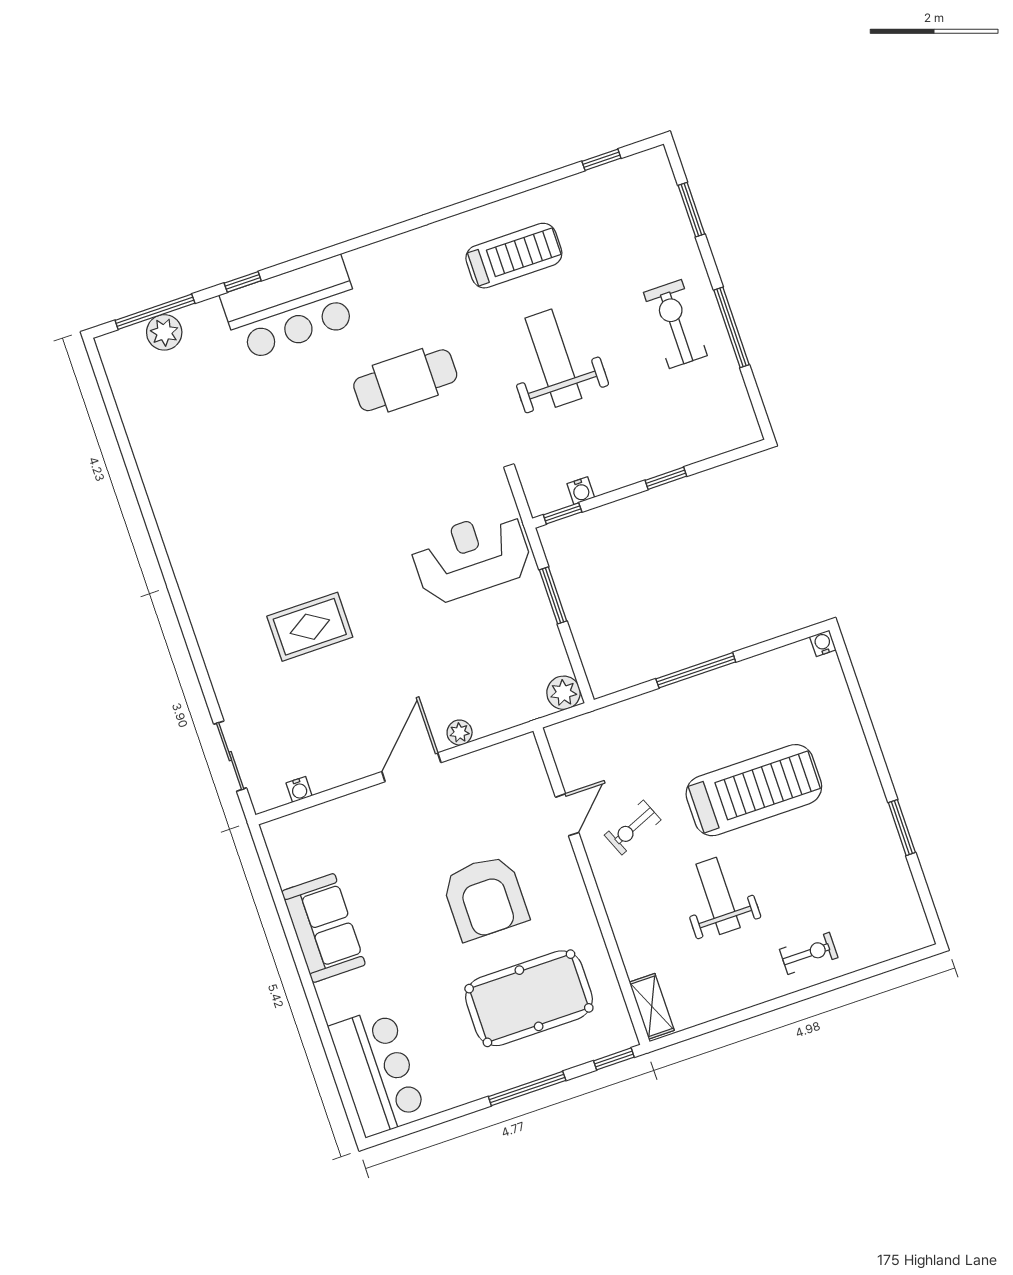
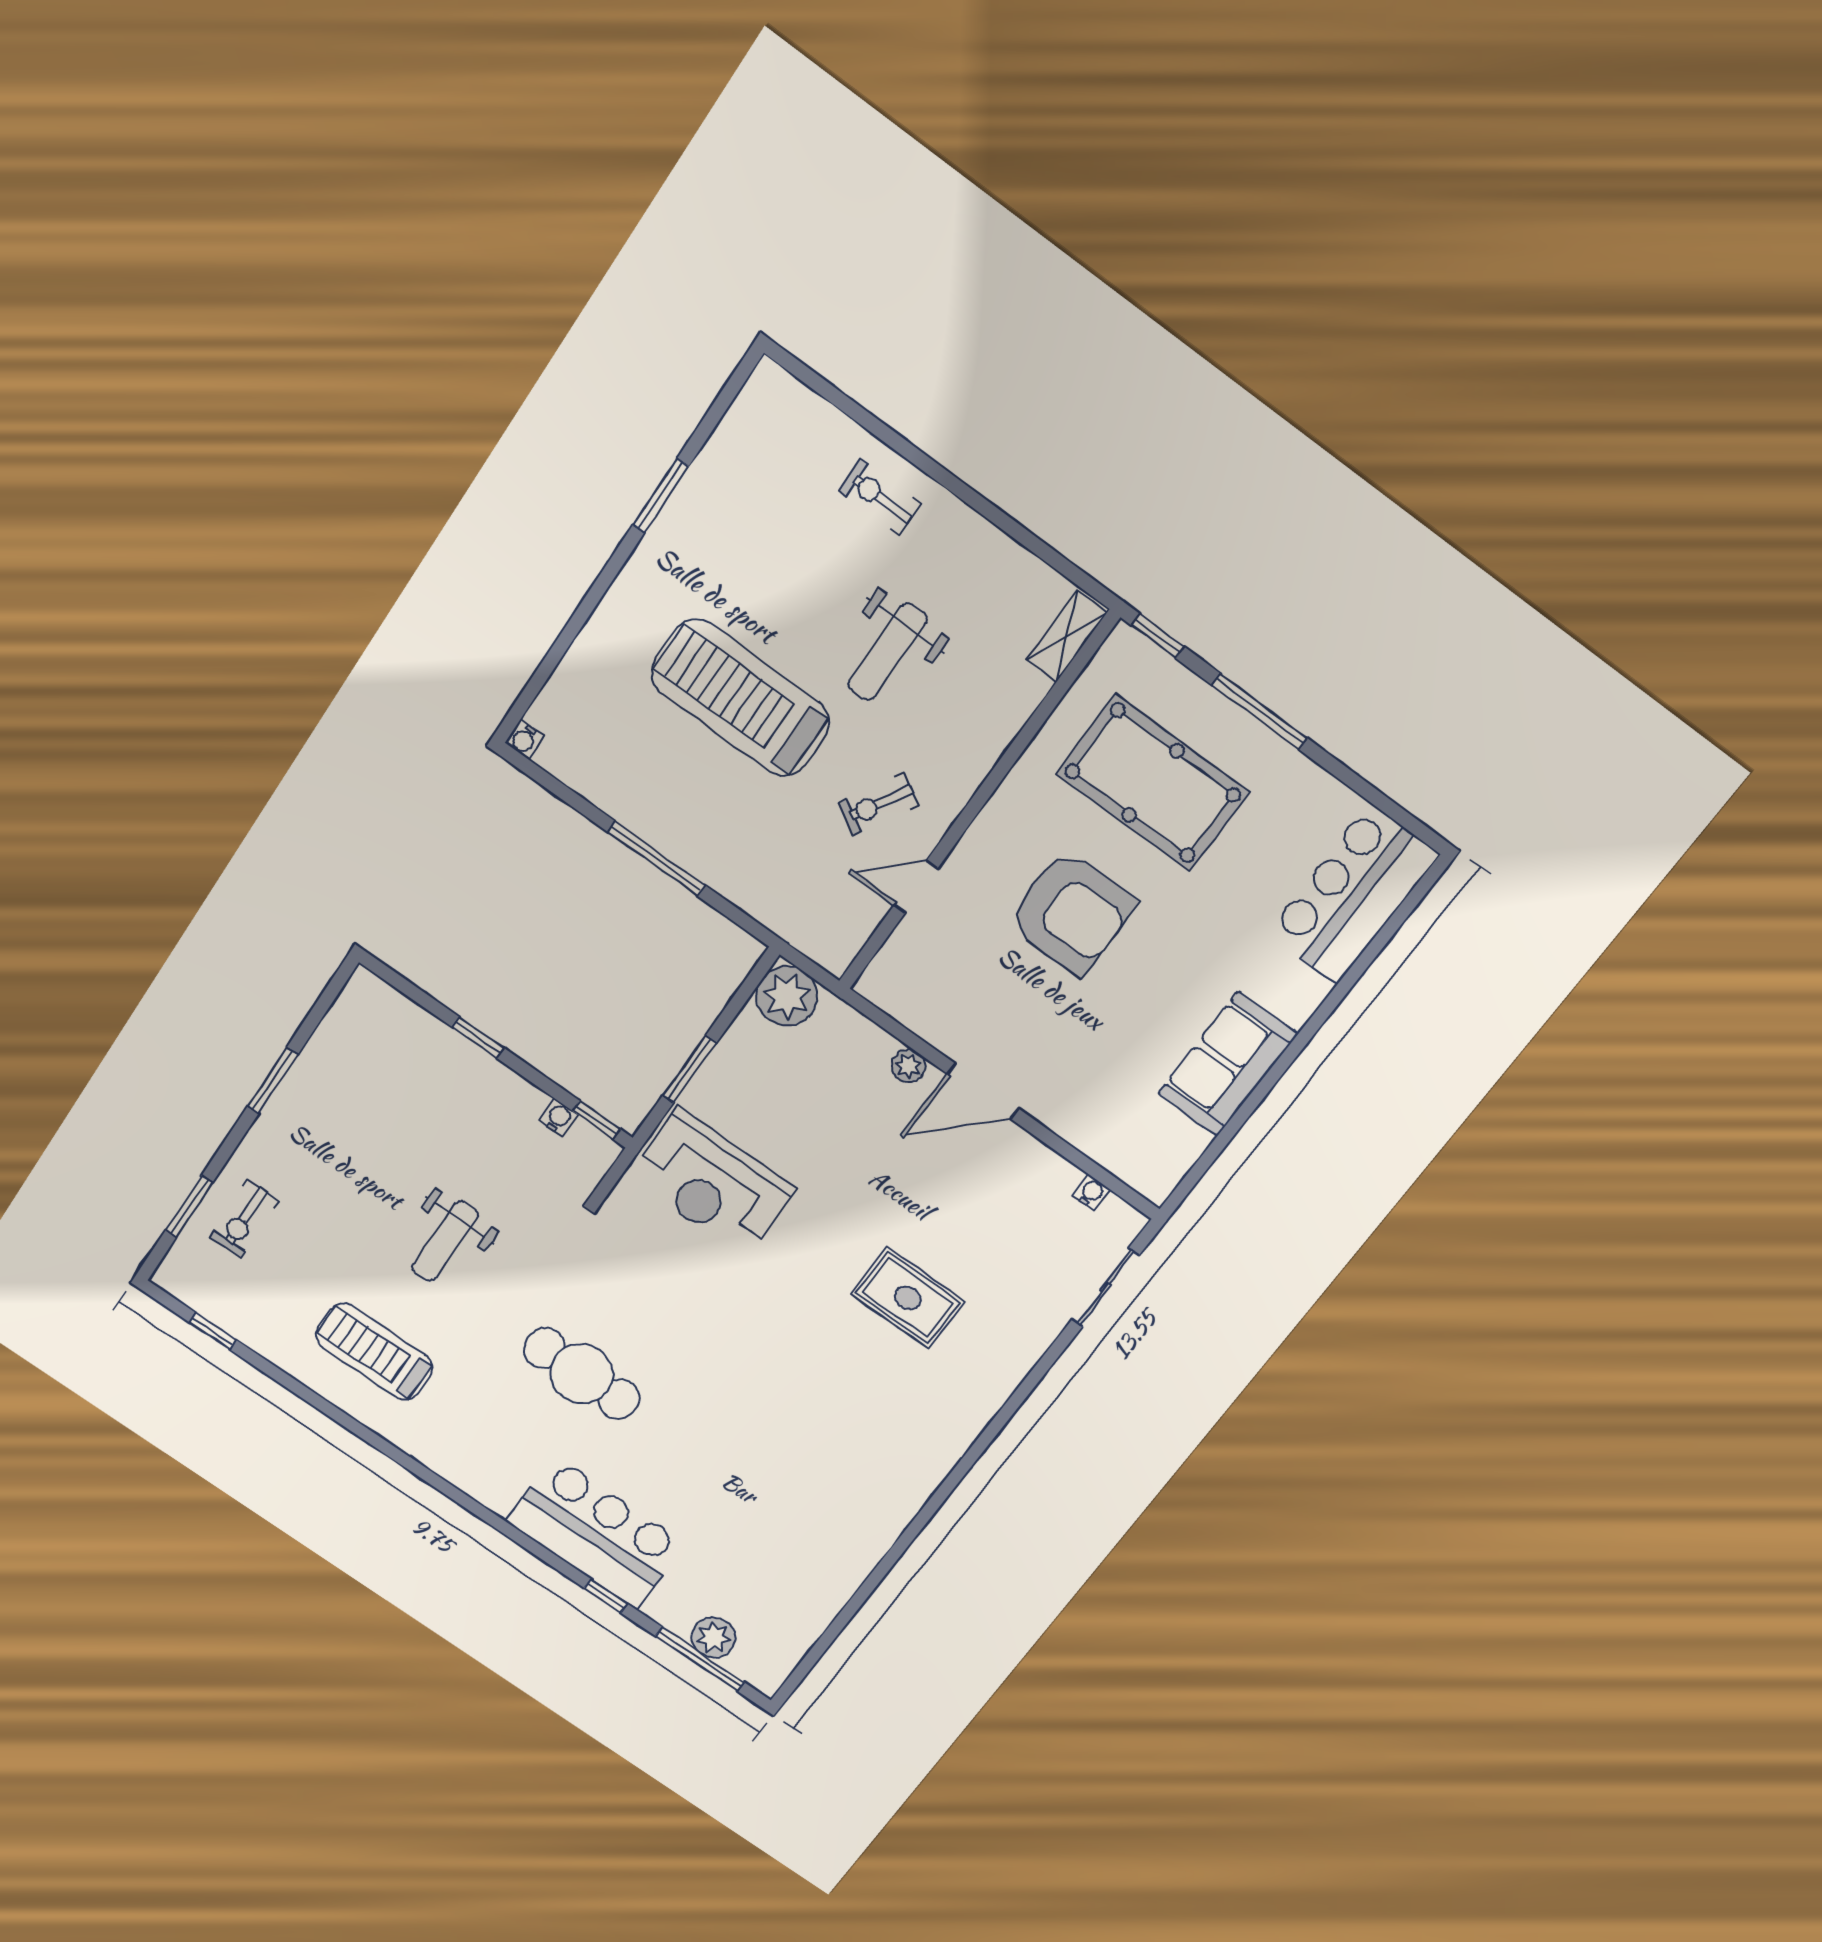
exercise bike: (675, 324) -> (244, 1219), moved, width x0.73, depth x0.72
window: (731, 327) -> (273, 1080), width x0.69
weight bench: (553, 358) -> (445, 1241), width x0.73, depth x0.75
plant: (564, 693) -> (787, 996), width x1.36, depth x1.36
exercise bike: (633, 828) -> (879, 804), turned 143
armchair: (485, 897) -> (1072, 912), turned 90

